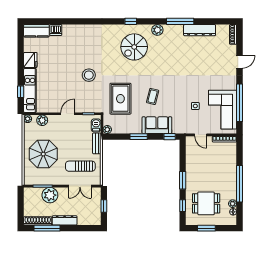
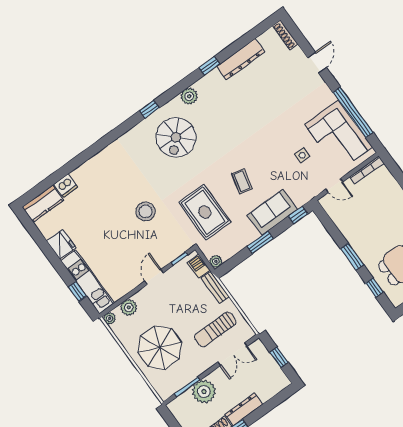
window: (180, 21) -> (209, 66), width x0.46

